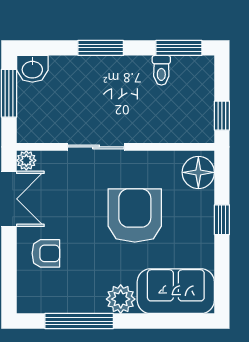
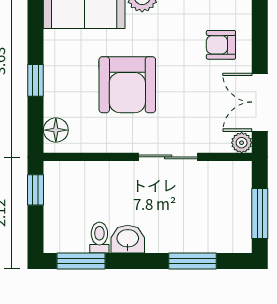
window: (101, 48) -> (193, 261), moved
washbasin: (32, 69) -> (128, 239), moved
floor lamp: (198, 172) -> (56, 130), width x0.73, depth x0.73

